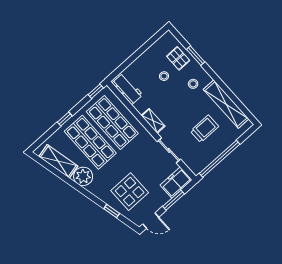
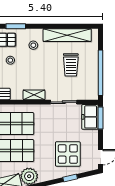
trolley: (204, 129) -> (71, 65), turned 180
window: (174, 200) -> (100, 118), moved

